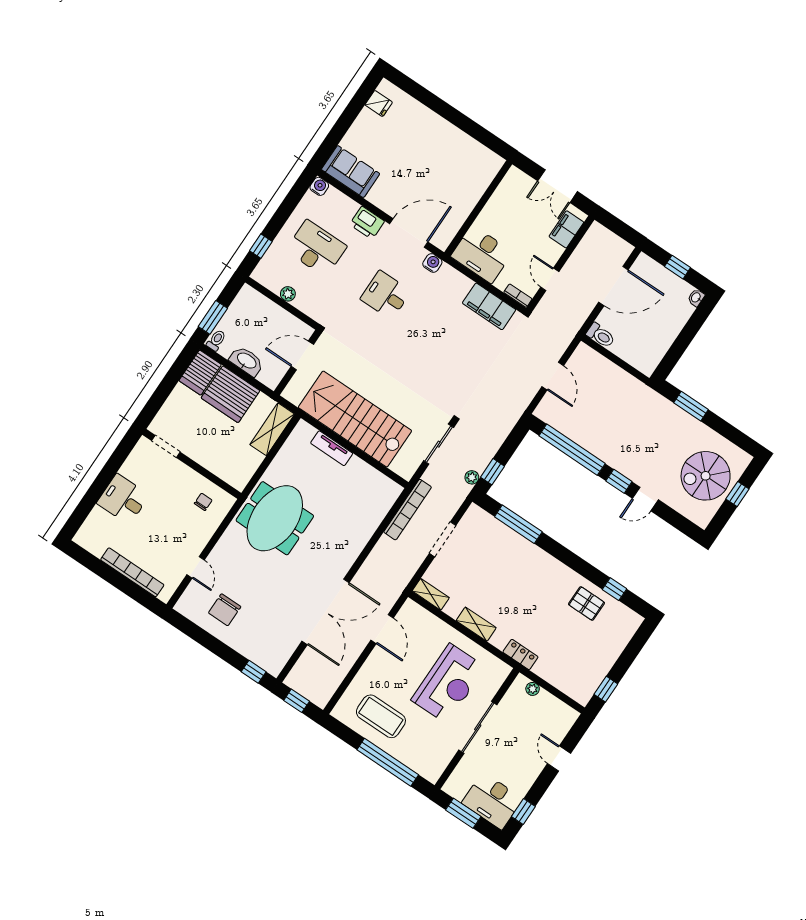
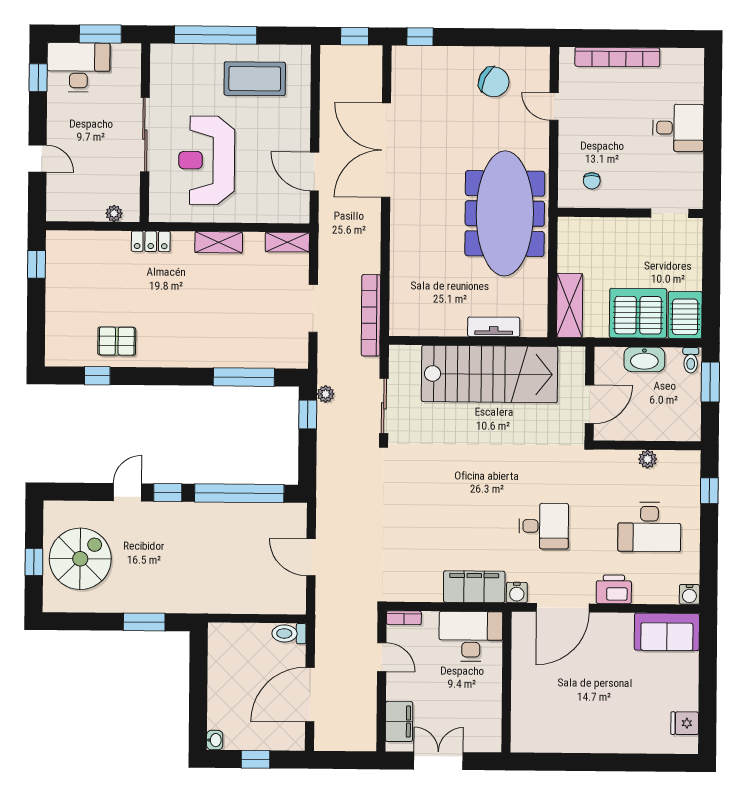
filing cabinet: (489, 306) -> (474, 587), moved
meeting table: (275, 518) -> (505, 213), width x1.36
chair: (225, 610) -> (494, 82), turned 116

